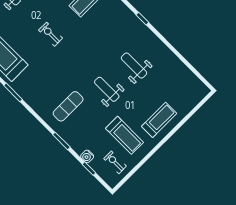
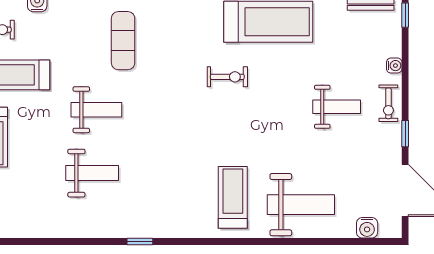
exercise bike: (51, 34) -> (227, 77), moved

